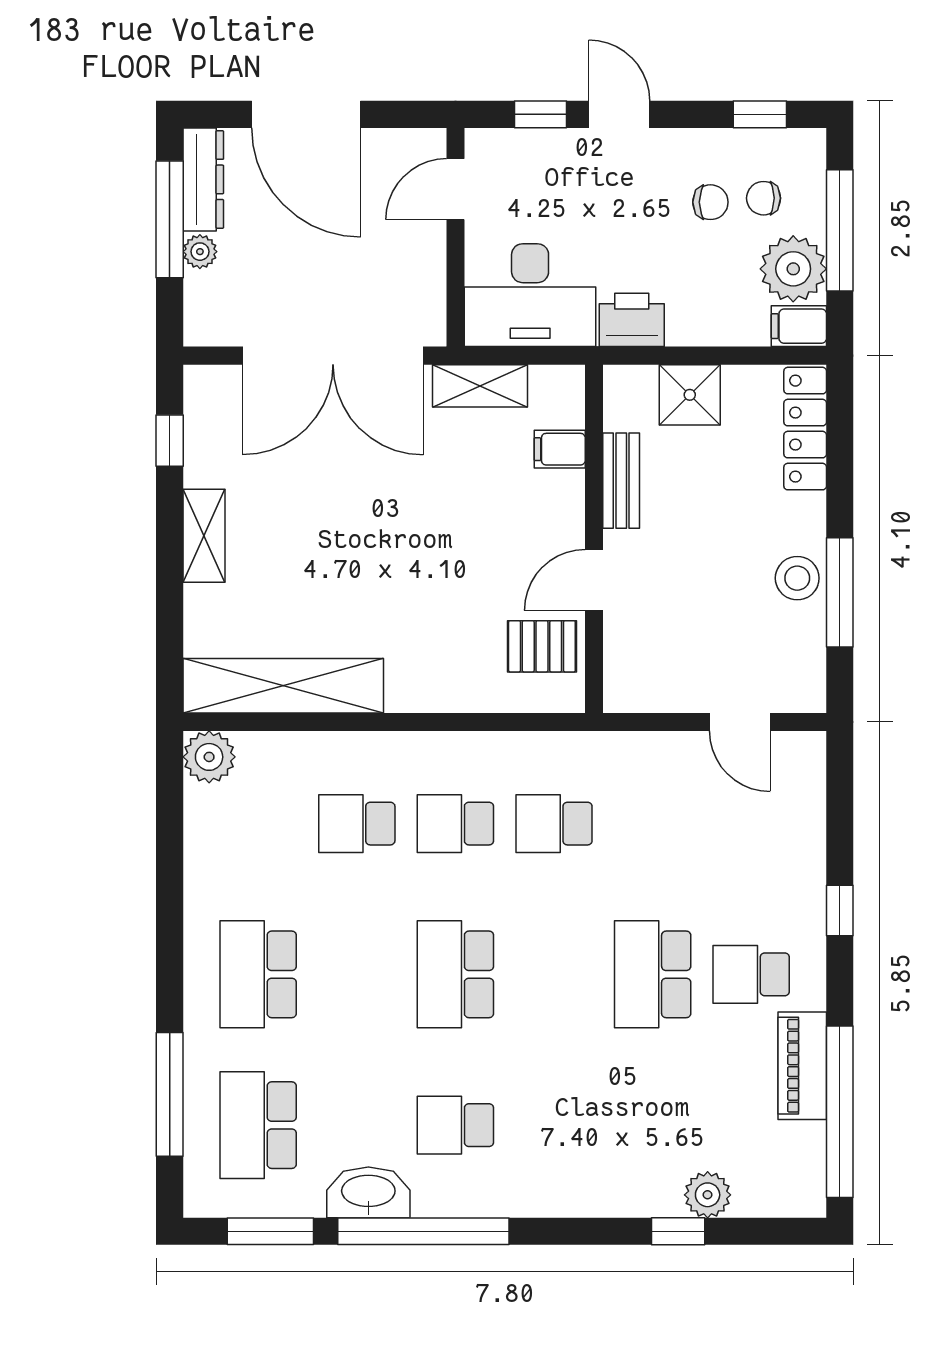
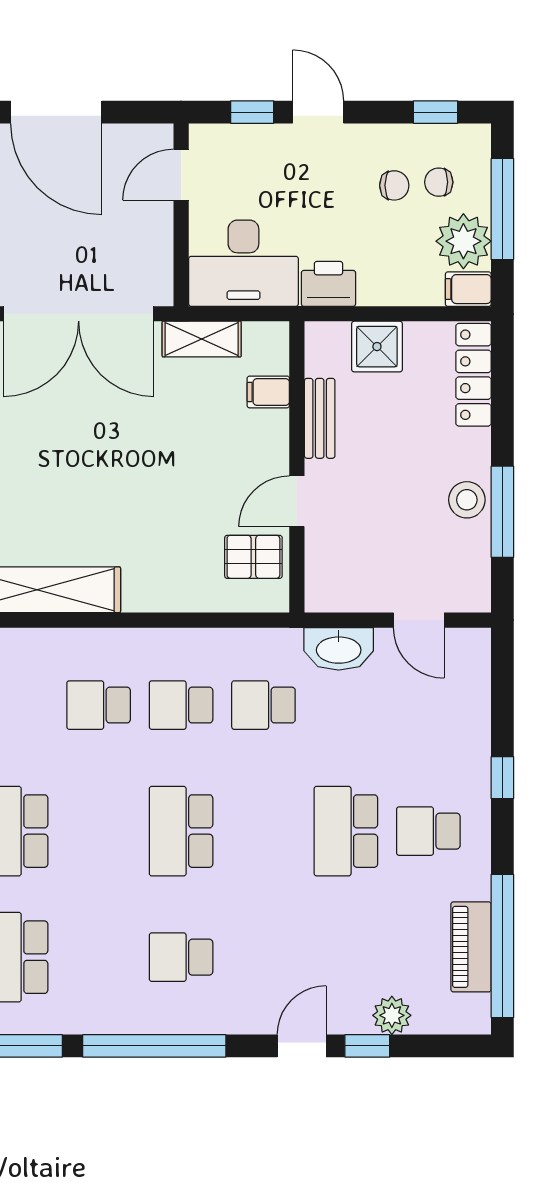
piano: (802, 1066) -> (471, 947), moved
washbasin: (368, 1192) -> (339, 649), moved, turned 180
door: (600, 1231) -> (302, 1046), added

